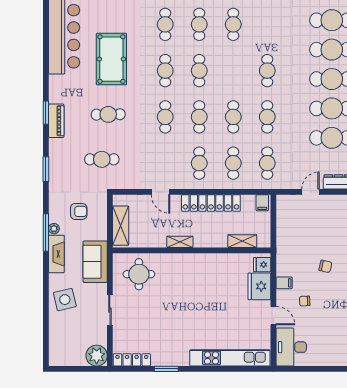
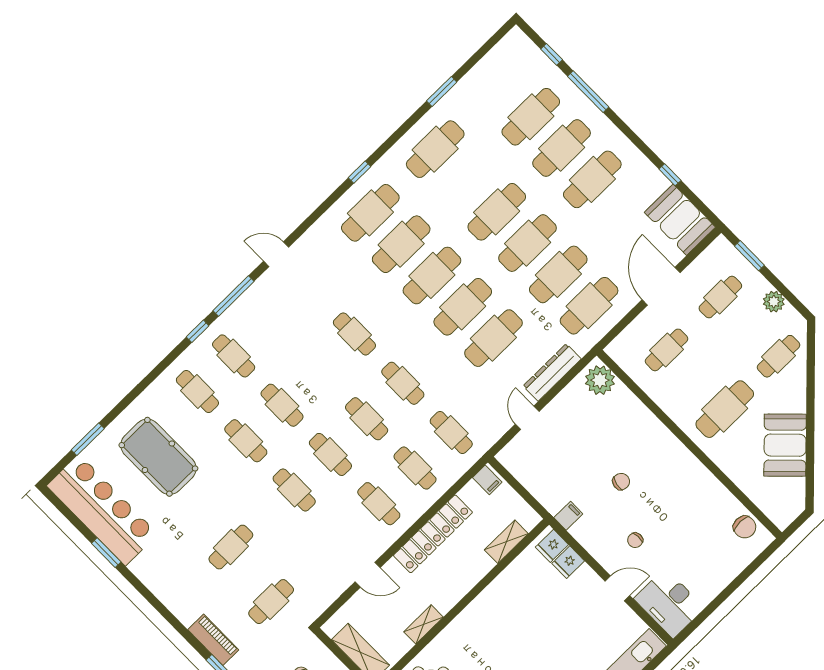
cafe table: (233, 24) -> (270, 320), removed
pool table: (111, 59) -> (158, 457), moved
window: (46, 113) -> (106, 553), moved
piano: (56, 121) -> (213, 640), moved
shelving: (180, 242) -> (423, 624), moved
filing cabinet: (284, 283) -> (568, 516), moved
fridge: (259, 286) -> (568, 562), width x0.53, depth x0.75

